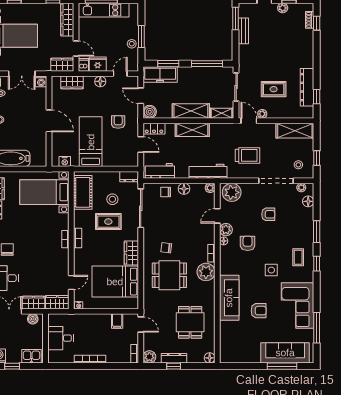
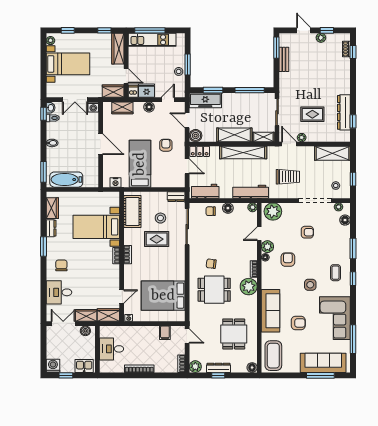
shelving: (192, 130) -> (243, 153), width x1.47
bed with nightstands: (44, 192) -> (96, 227), moved
wardrobe: (131, 253) -> (178, 269), removed
coffee table: (232, 345) -> (273, 356), added

